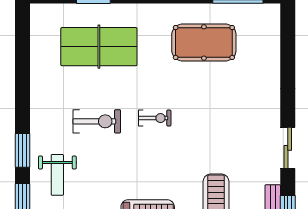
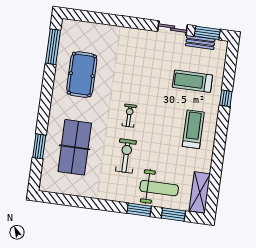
sliding door: (288, 148) -> (173, 28), moved
weight bench: (57, 175) -> (159, 188), width x1.36, depth x1.33

